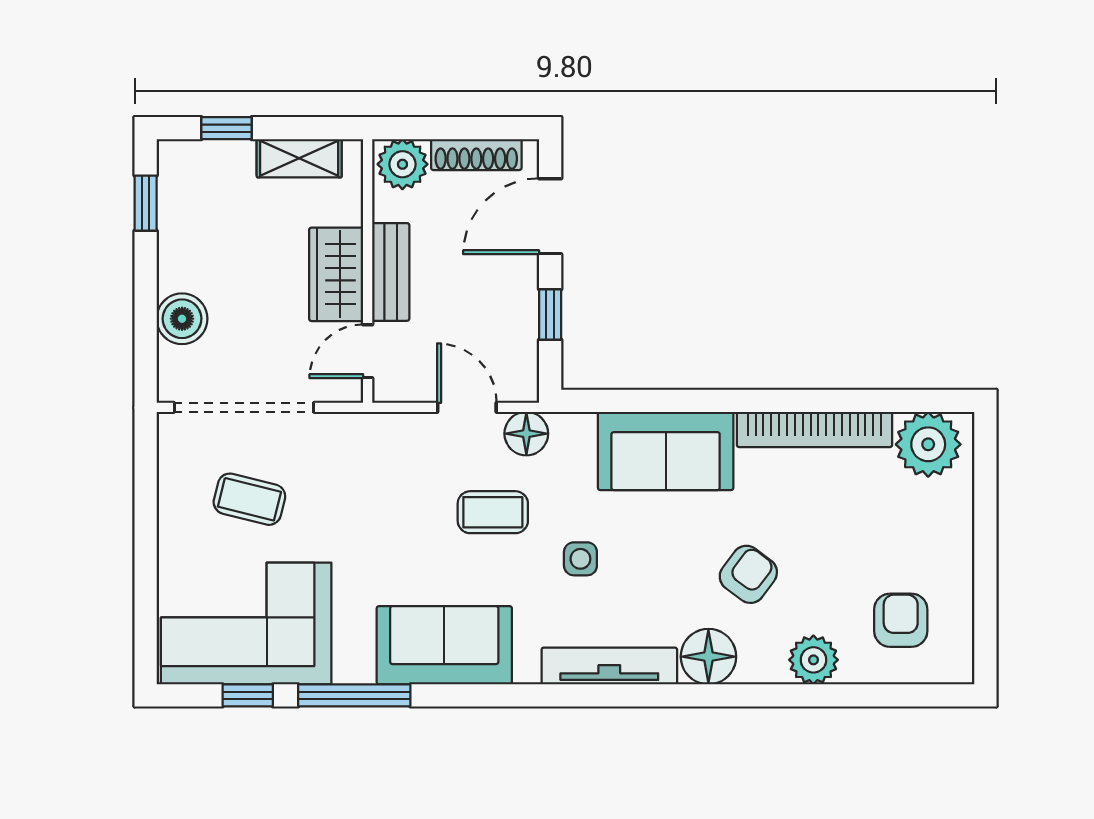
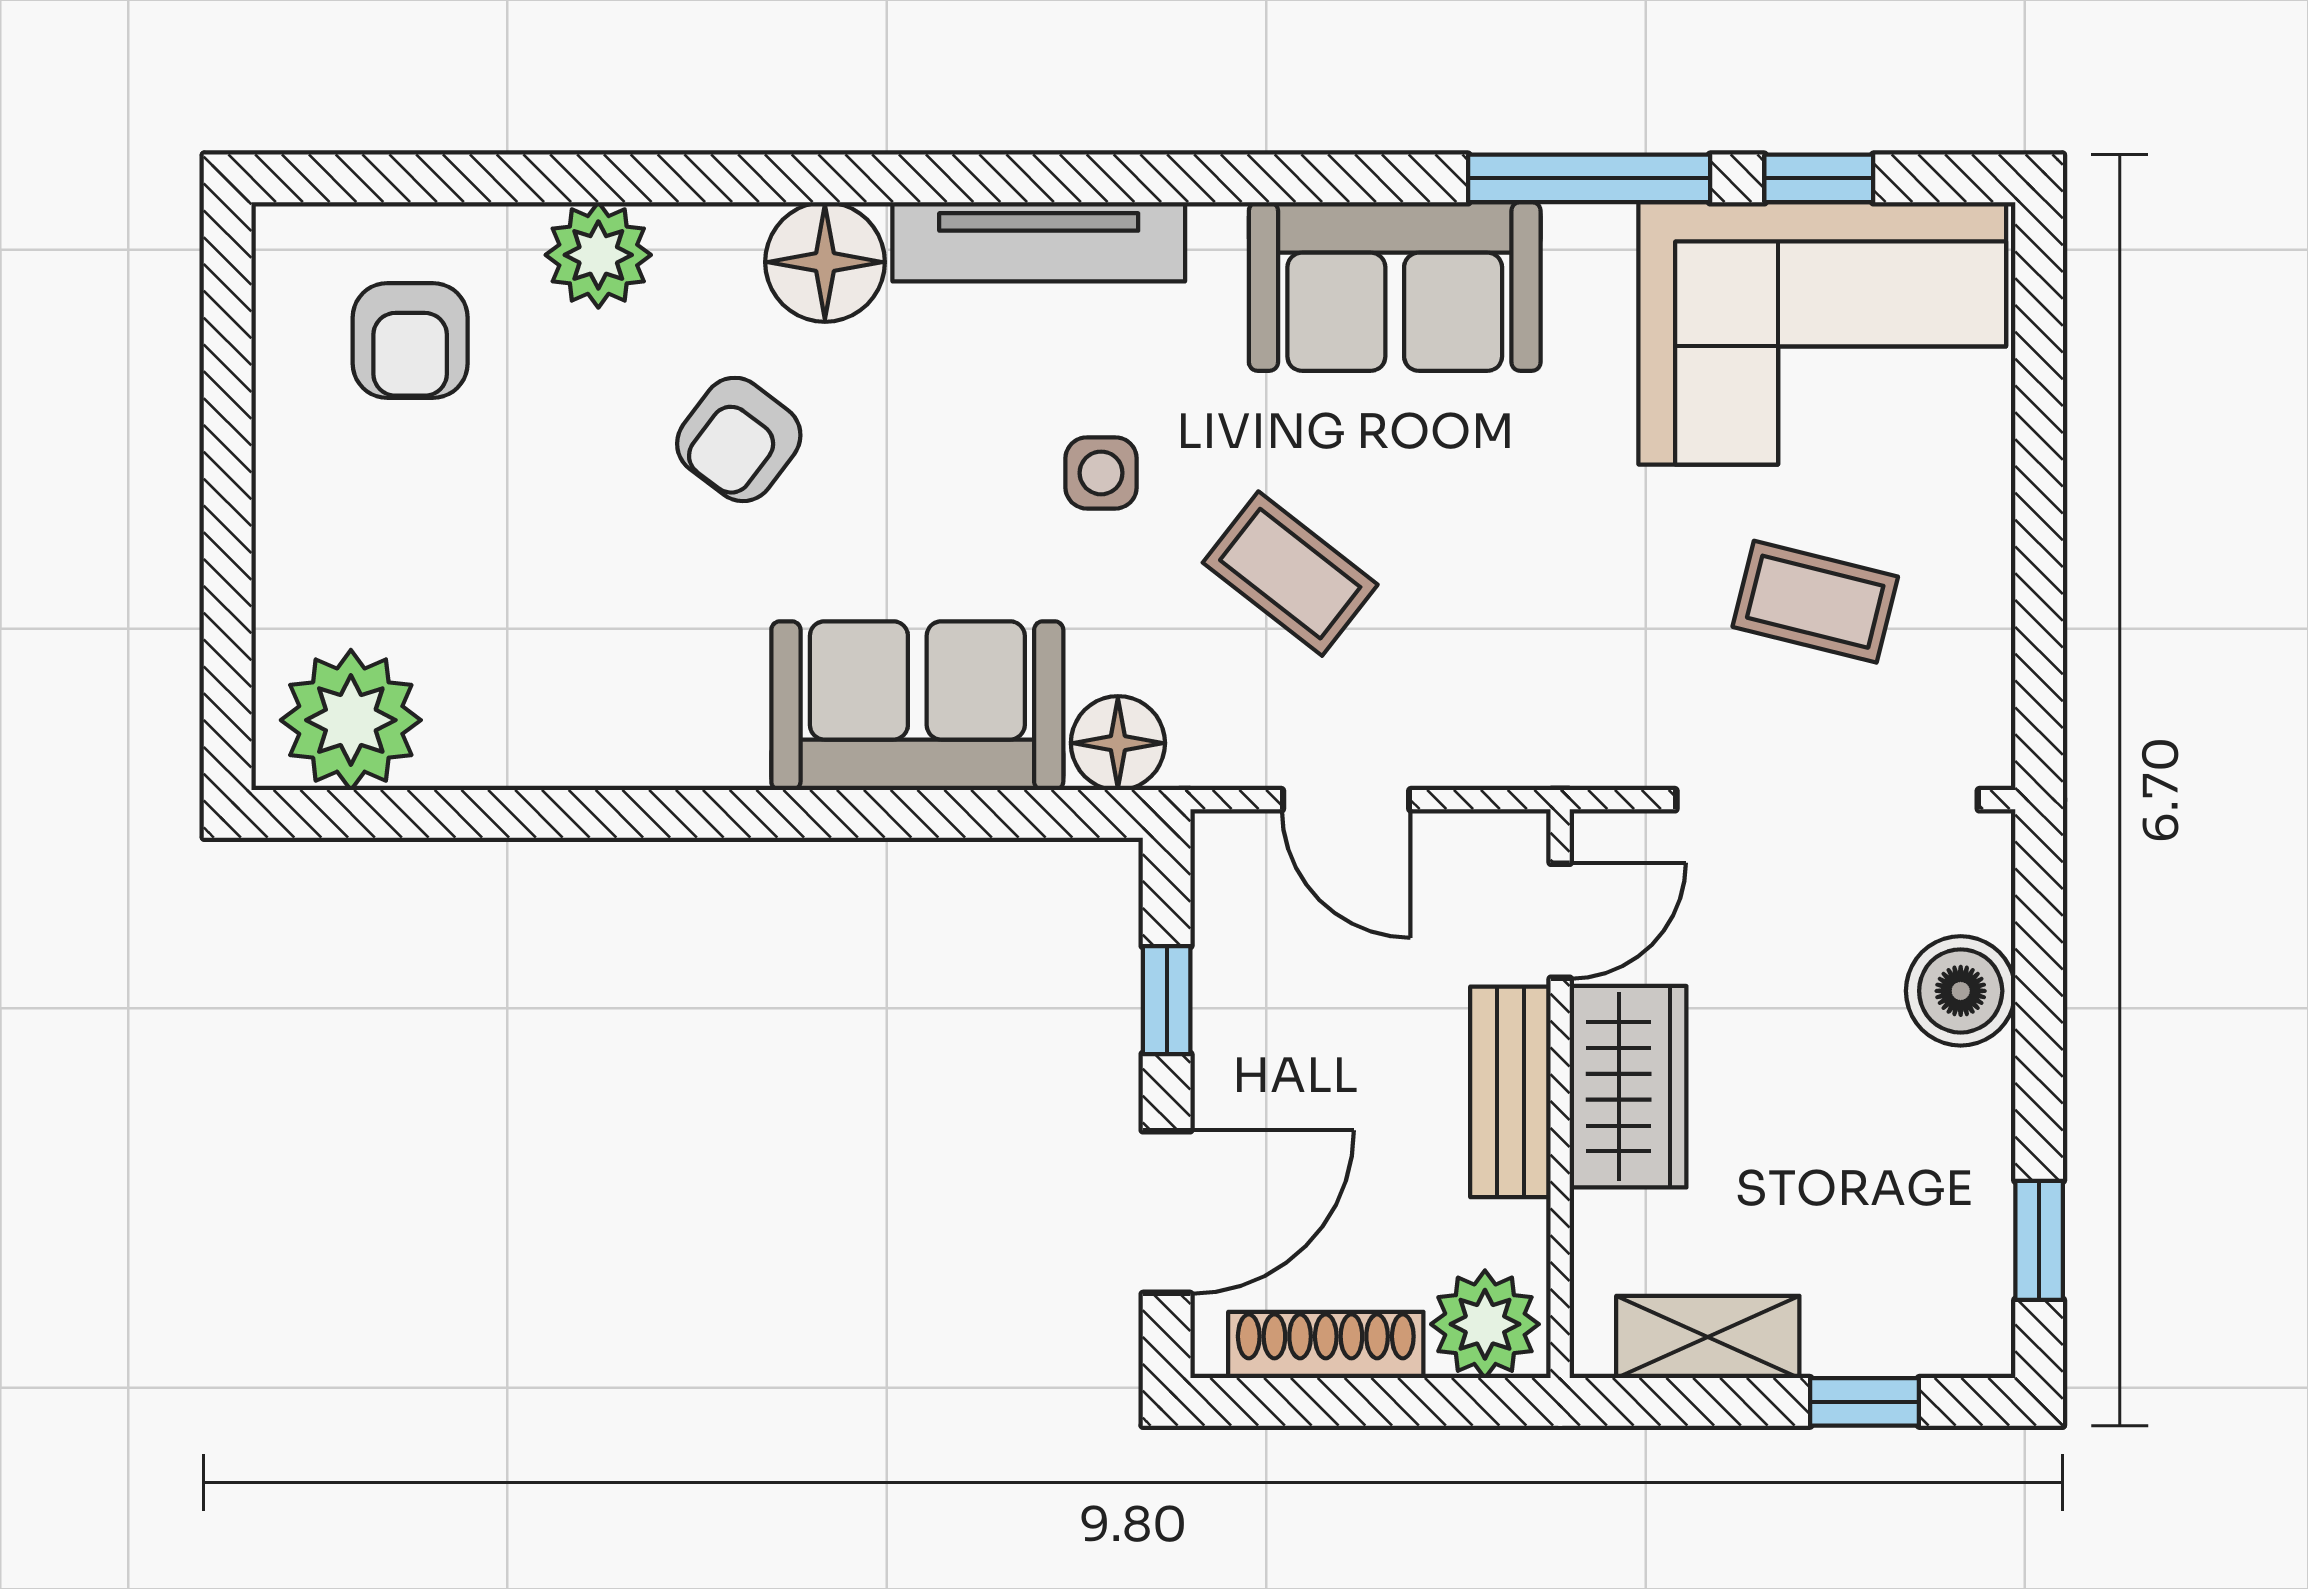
bookcase: (814, 429) -> (596, 752), removed
floor lamp: (526, 434) -> (1118, 743), moved
coffee table: (493, 512) -> (1290, 574), turned 38

